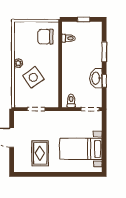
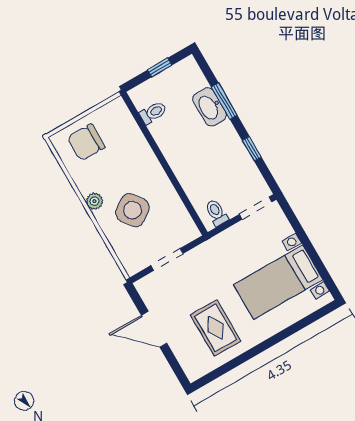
chair: (45, 37) -> (86, 142), moved
washbasin: (96, 78) -> (210, 107), moved

